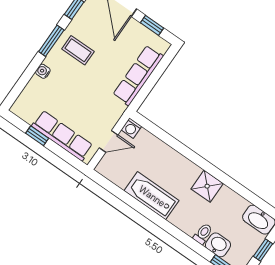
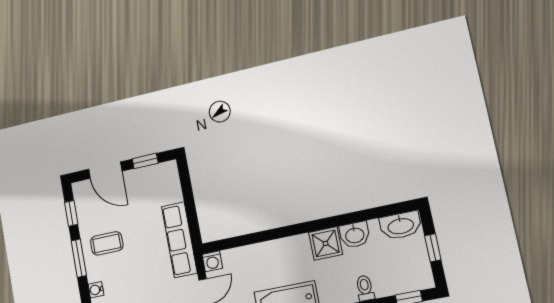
row of seats: (138, 75) -> (179, 240), moved
washbasin: (218, 245) -> (355, 235), moved, turned 180

